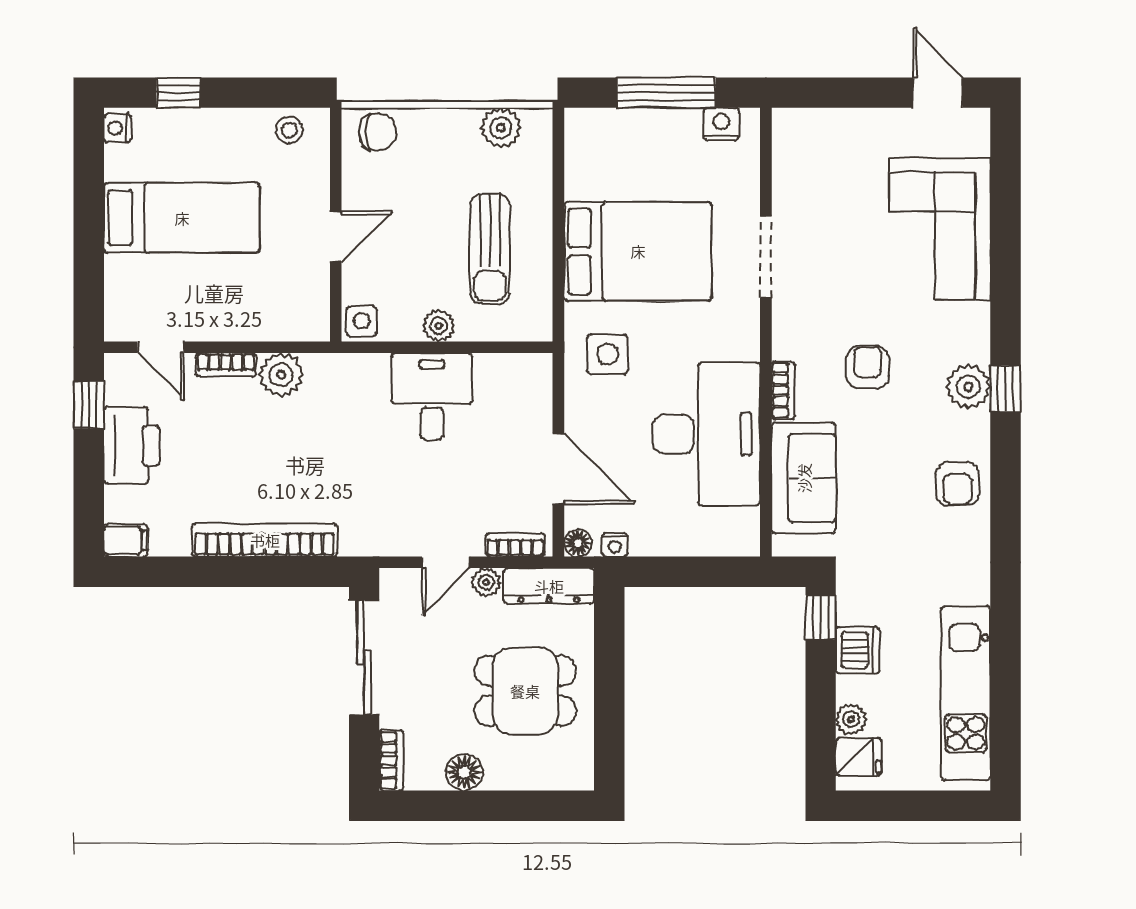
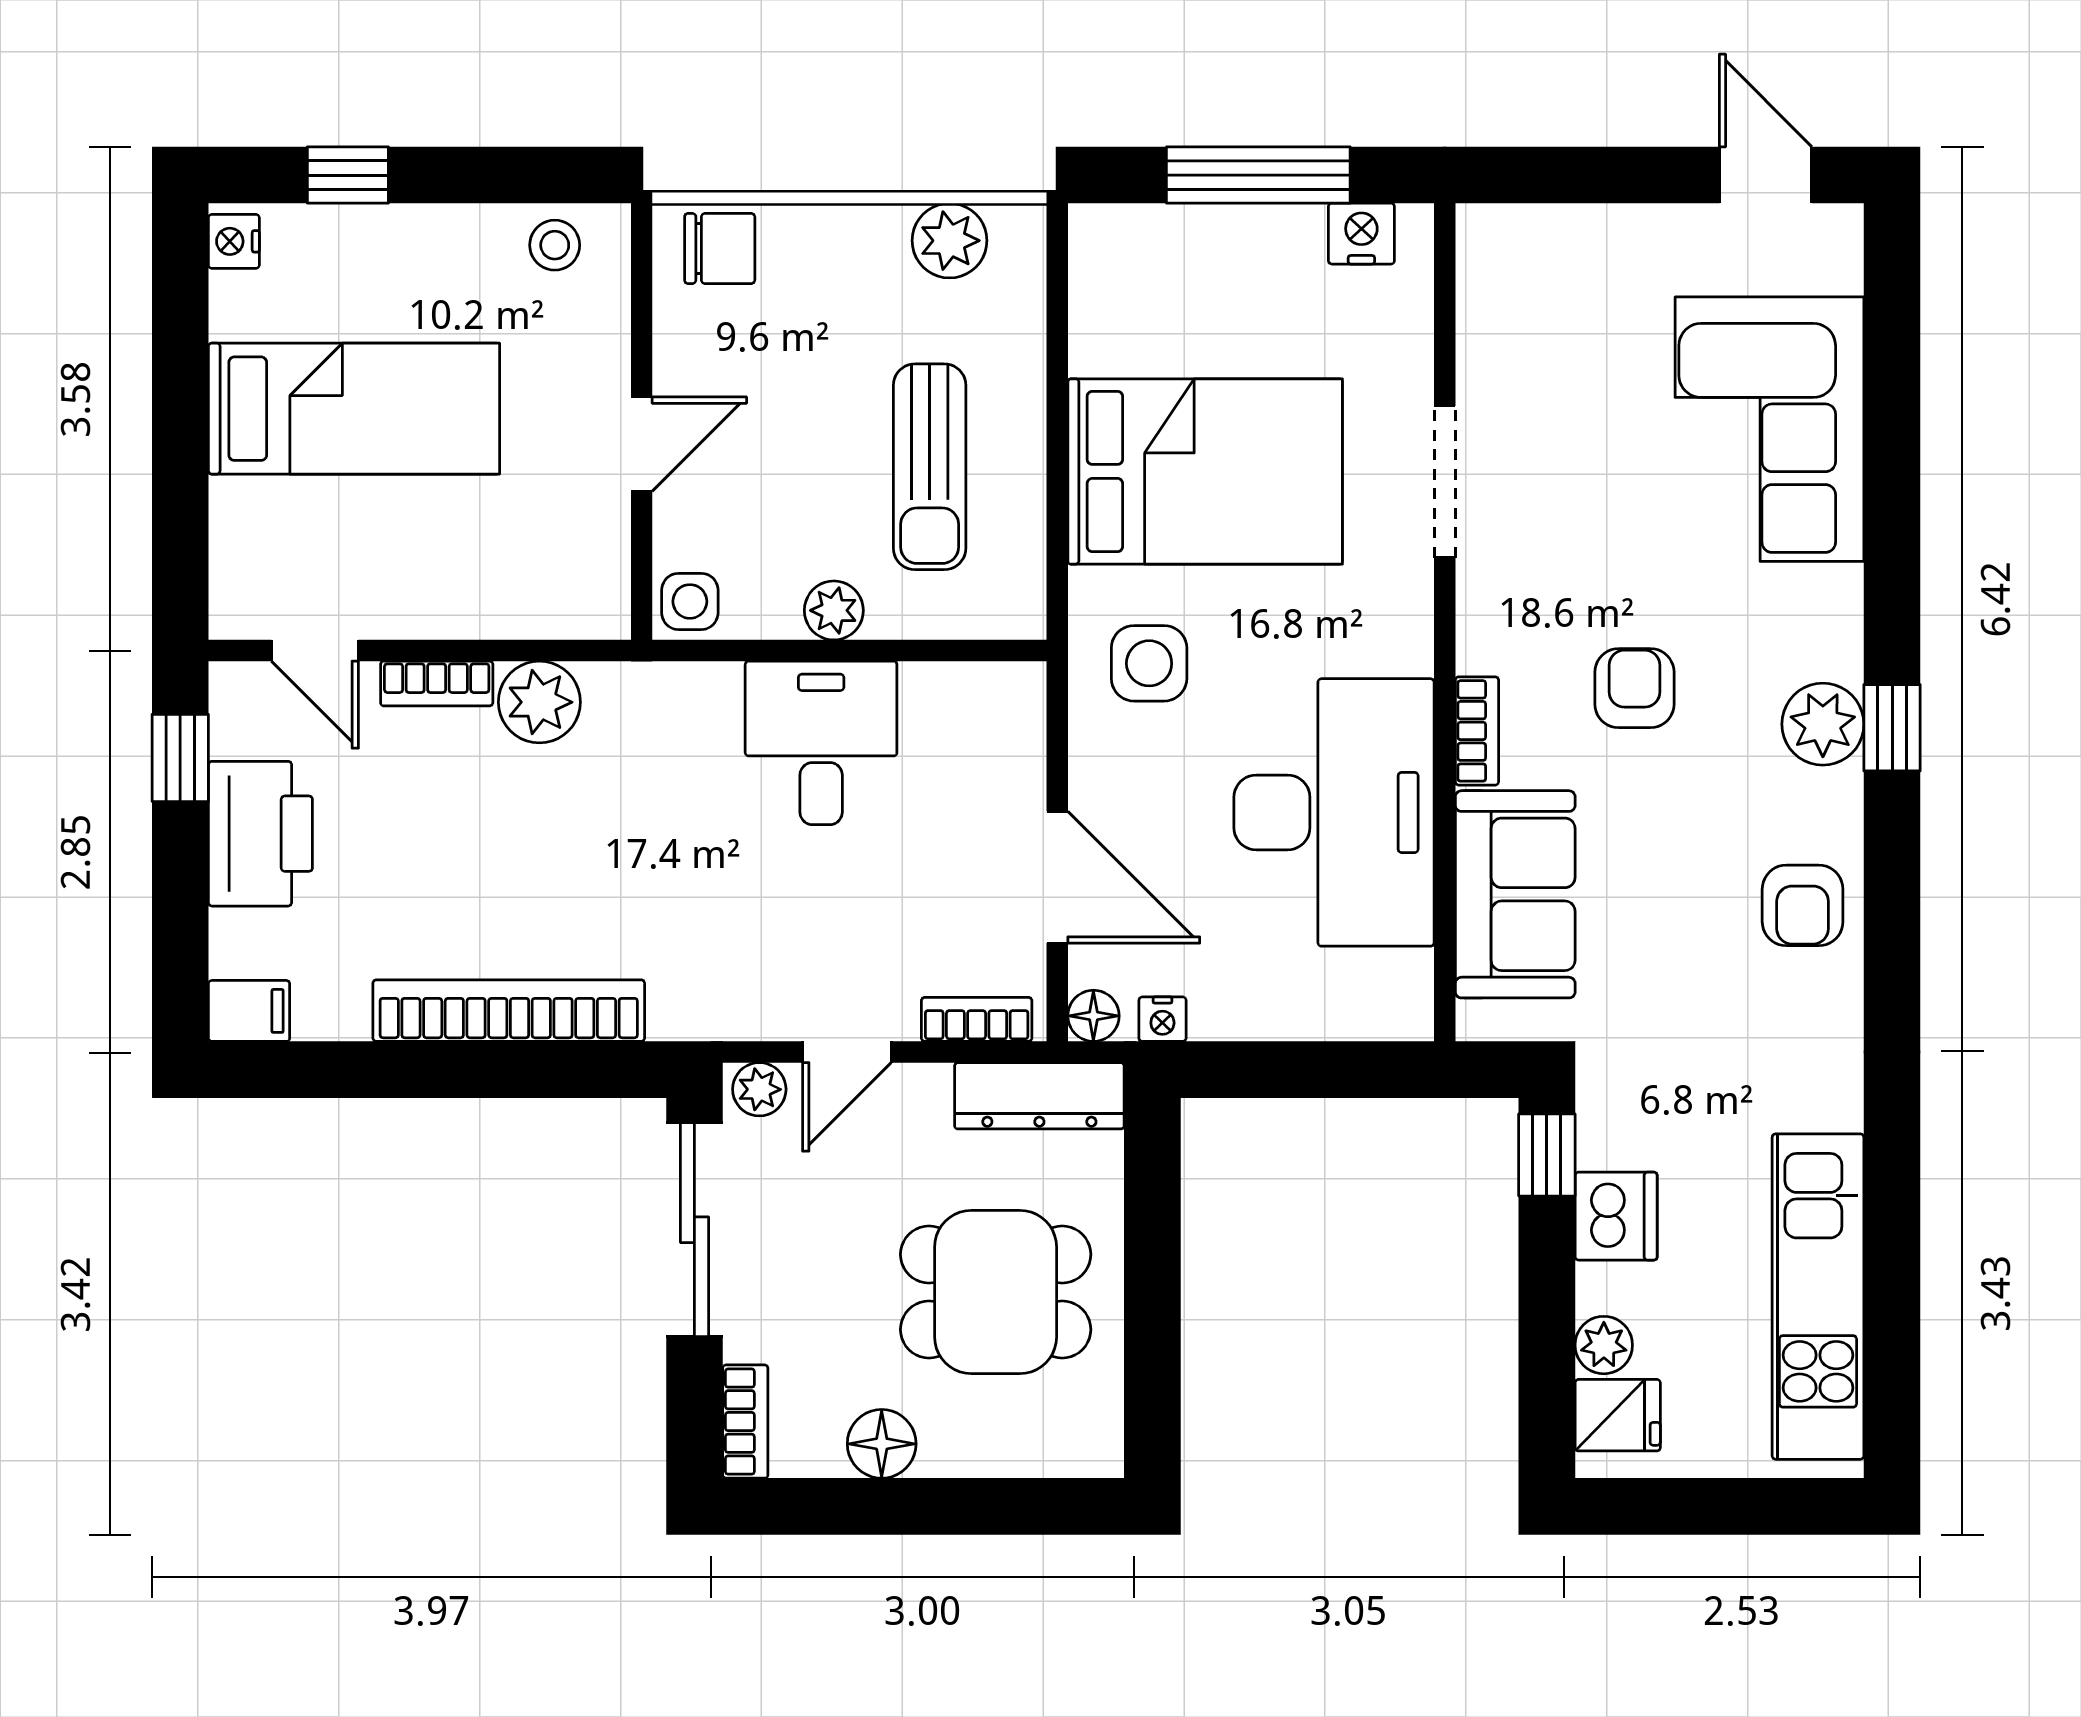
plant: (486, 582) -> (759, 1089), moved

